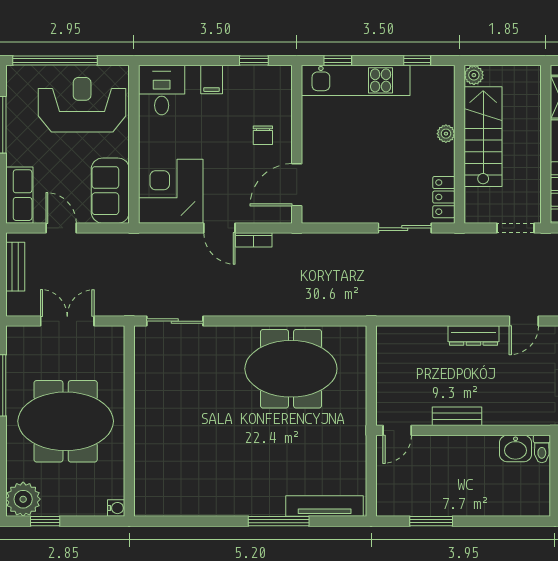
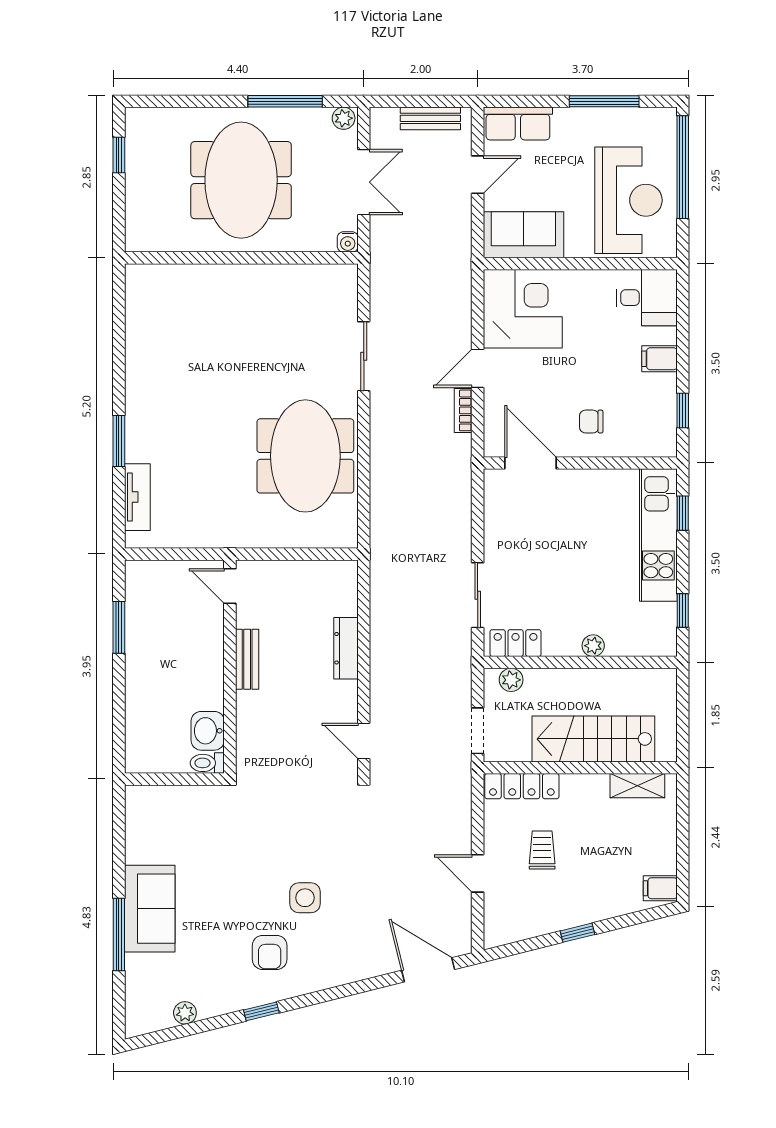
plant: (474, 75) -> (511, 680), moved
stairs: (483, 137) -> (593, 739), moved, turned 180
sliding door: (175, 321) -> (364, 356), moved
dresser: (473, 336) -> (346, 648), moved
plant: (23, 499) -> (344, 118), moved, width x0.53, depth x0.53
tv unit: (325, 506) -> (137, 497), width x0.71
water cooler: (116, 508) -> (348, 242), moved
window: (279, 521) -> (119, 441), width x0.69

